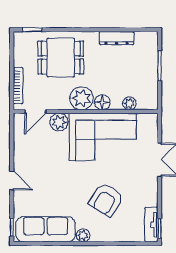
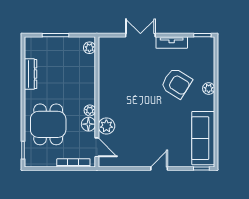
plant: (82, 98) -> (90, 110), width x0.53, depth x0.53
floor lamp: (102, 102) -> (88, 124), moved
plant: (129, 103) -> (89, 48), moved
corner sofa: (103, 137) -> (120, 86), removed
tv unit: (151, 225) -> (172, 43), moved
plant: (83, 235) -> (209, 88), moved

